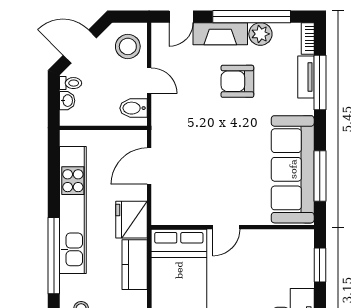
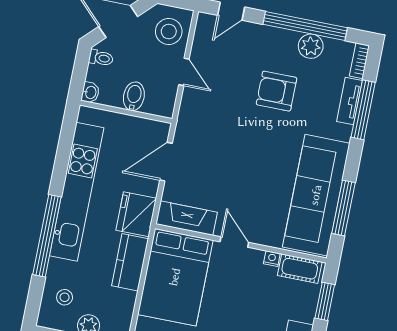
fireplace: (220, 34) -> (187, 218), moved, turned 180
washbasin: (67, 101) -> (90, 92), moved
bidet: (133, 108) -> (134, 96), moved, turned 90
door: (226, 227) -> (234, 242), swing flipped
nightstand: (264, 235) -> (272, 259), added
cot: (291, 240) -> (300, 269), added

